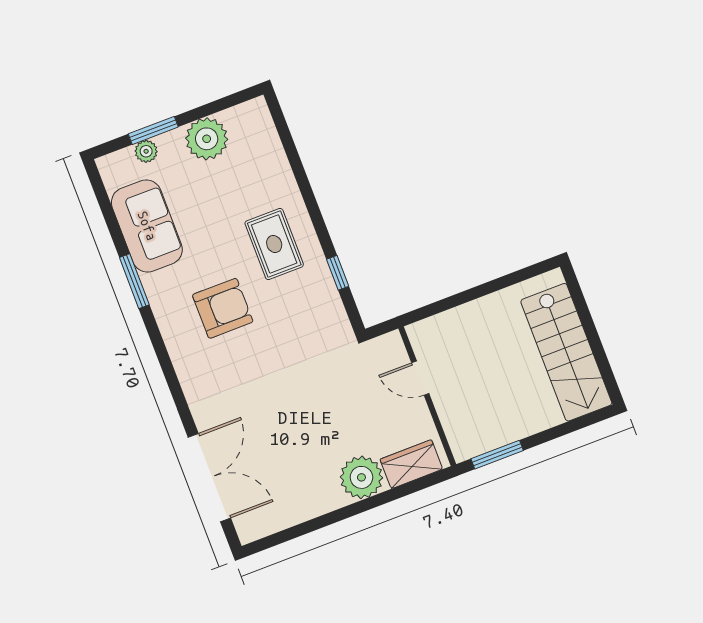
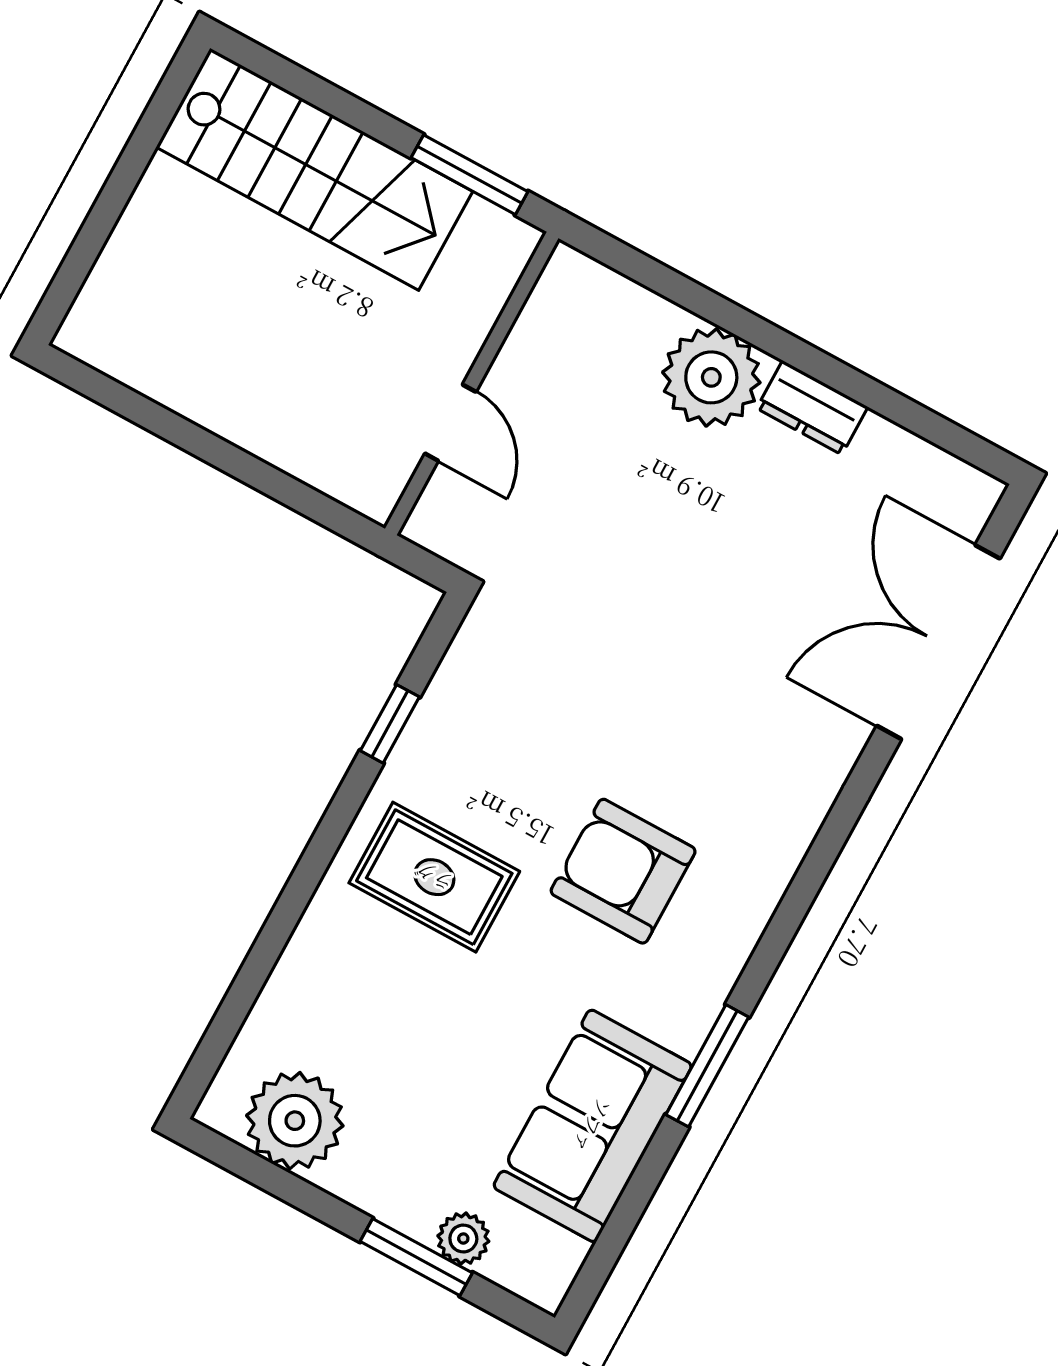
plant: (207, 139) -> (295, 1121), moved
rug: (274, 244) -> (434, 877), turned 90
stairs: (566, 352) -> (314, 169), moved, turned 90
wardrobe: (411, 464) -> (614, 310), removed
dresser: (323, 502) -> (812, 408), added

